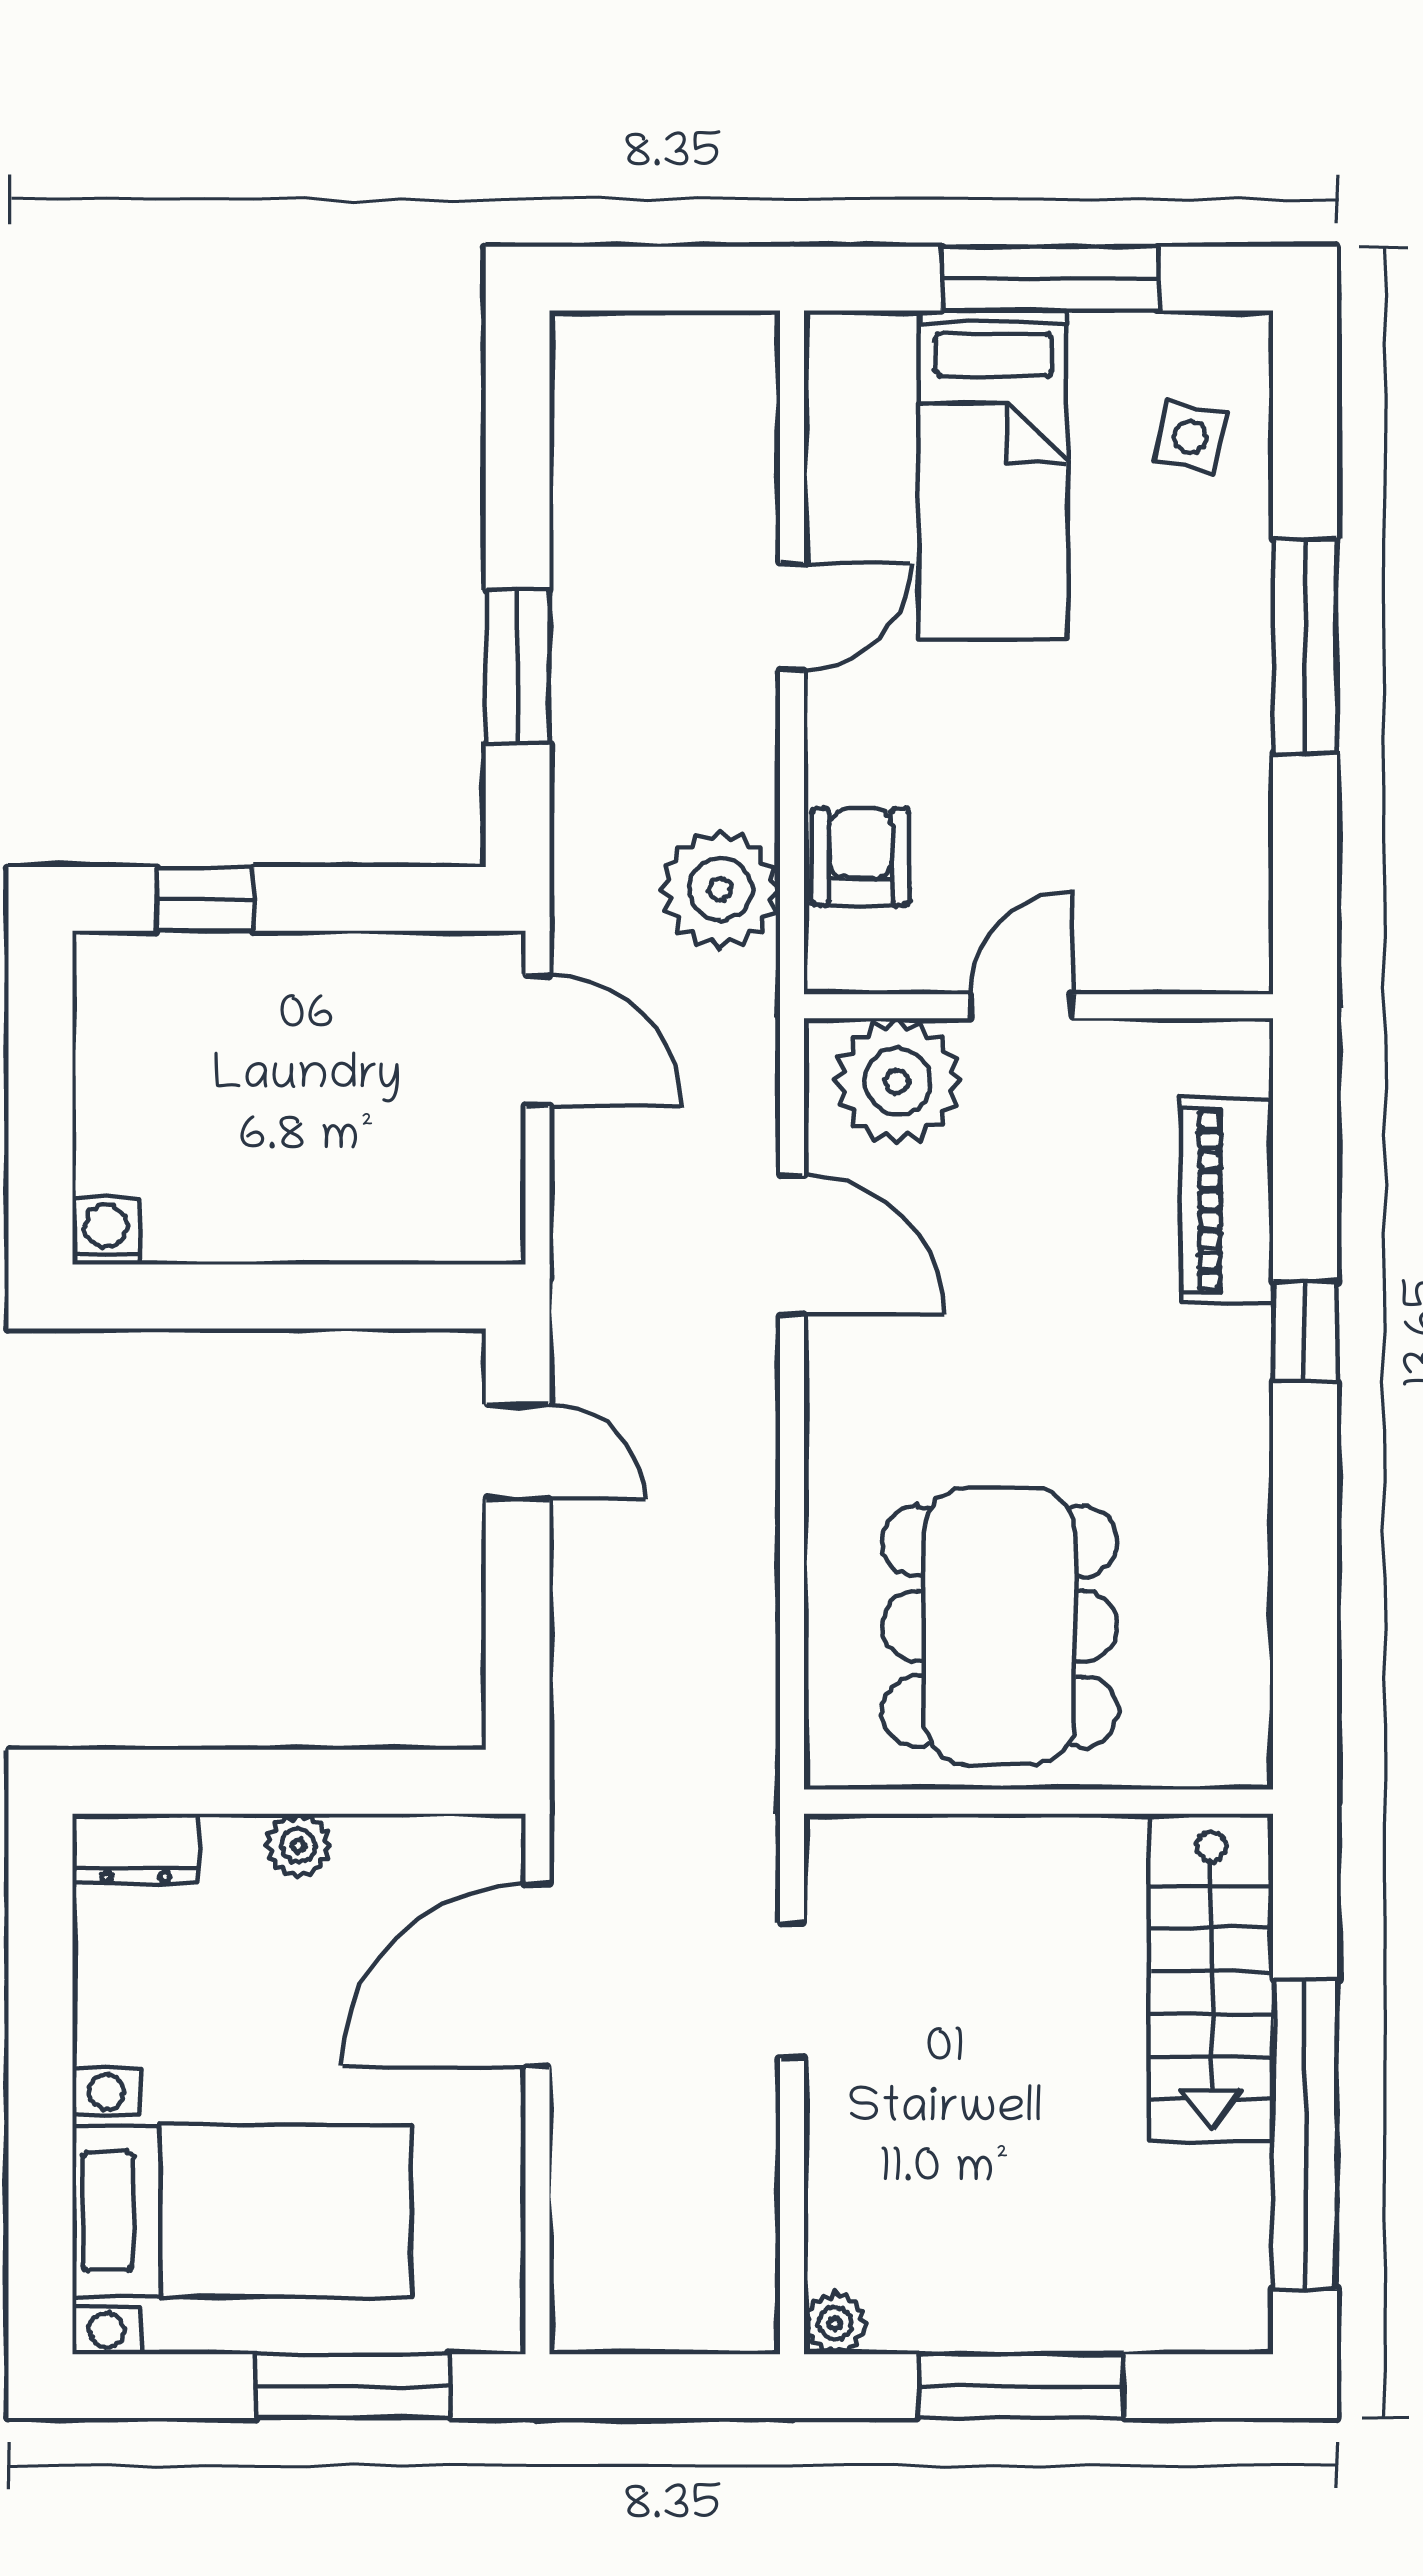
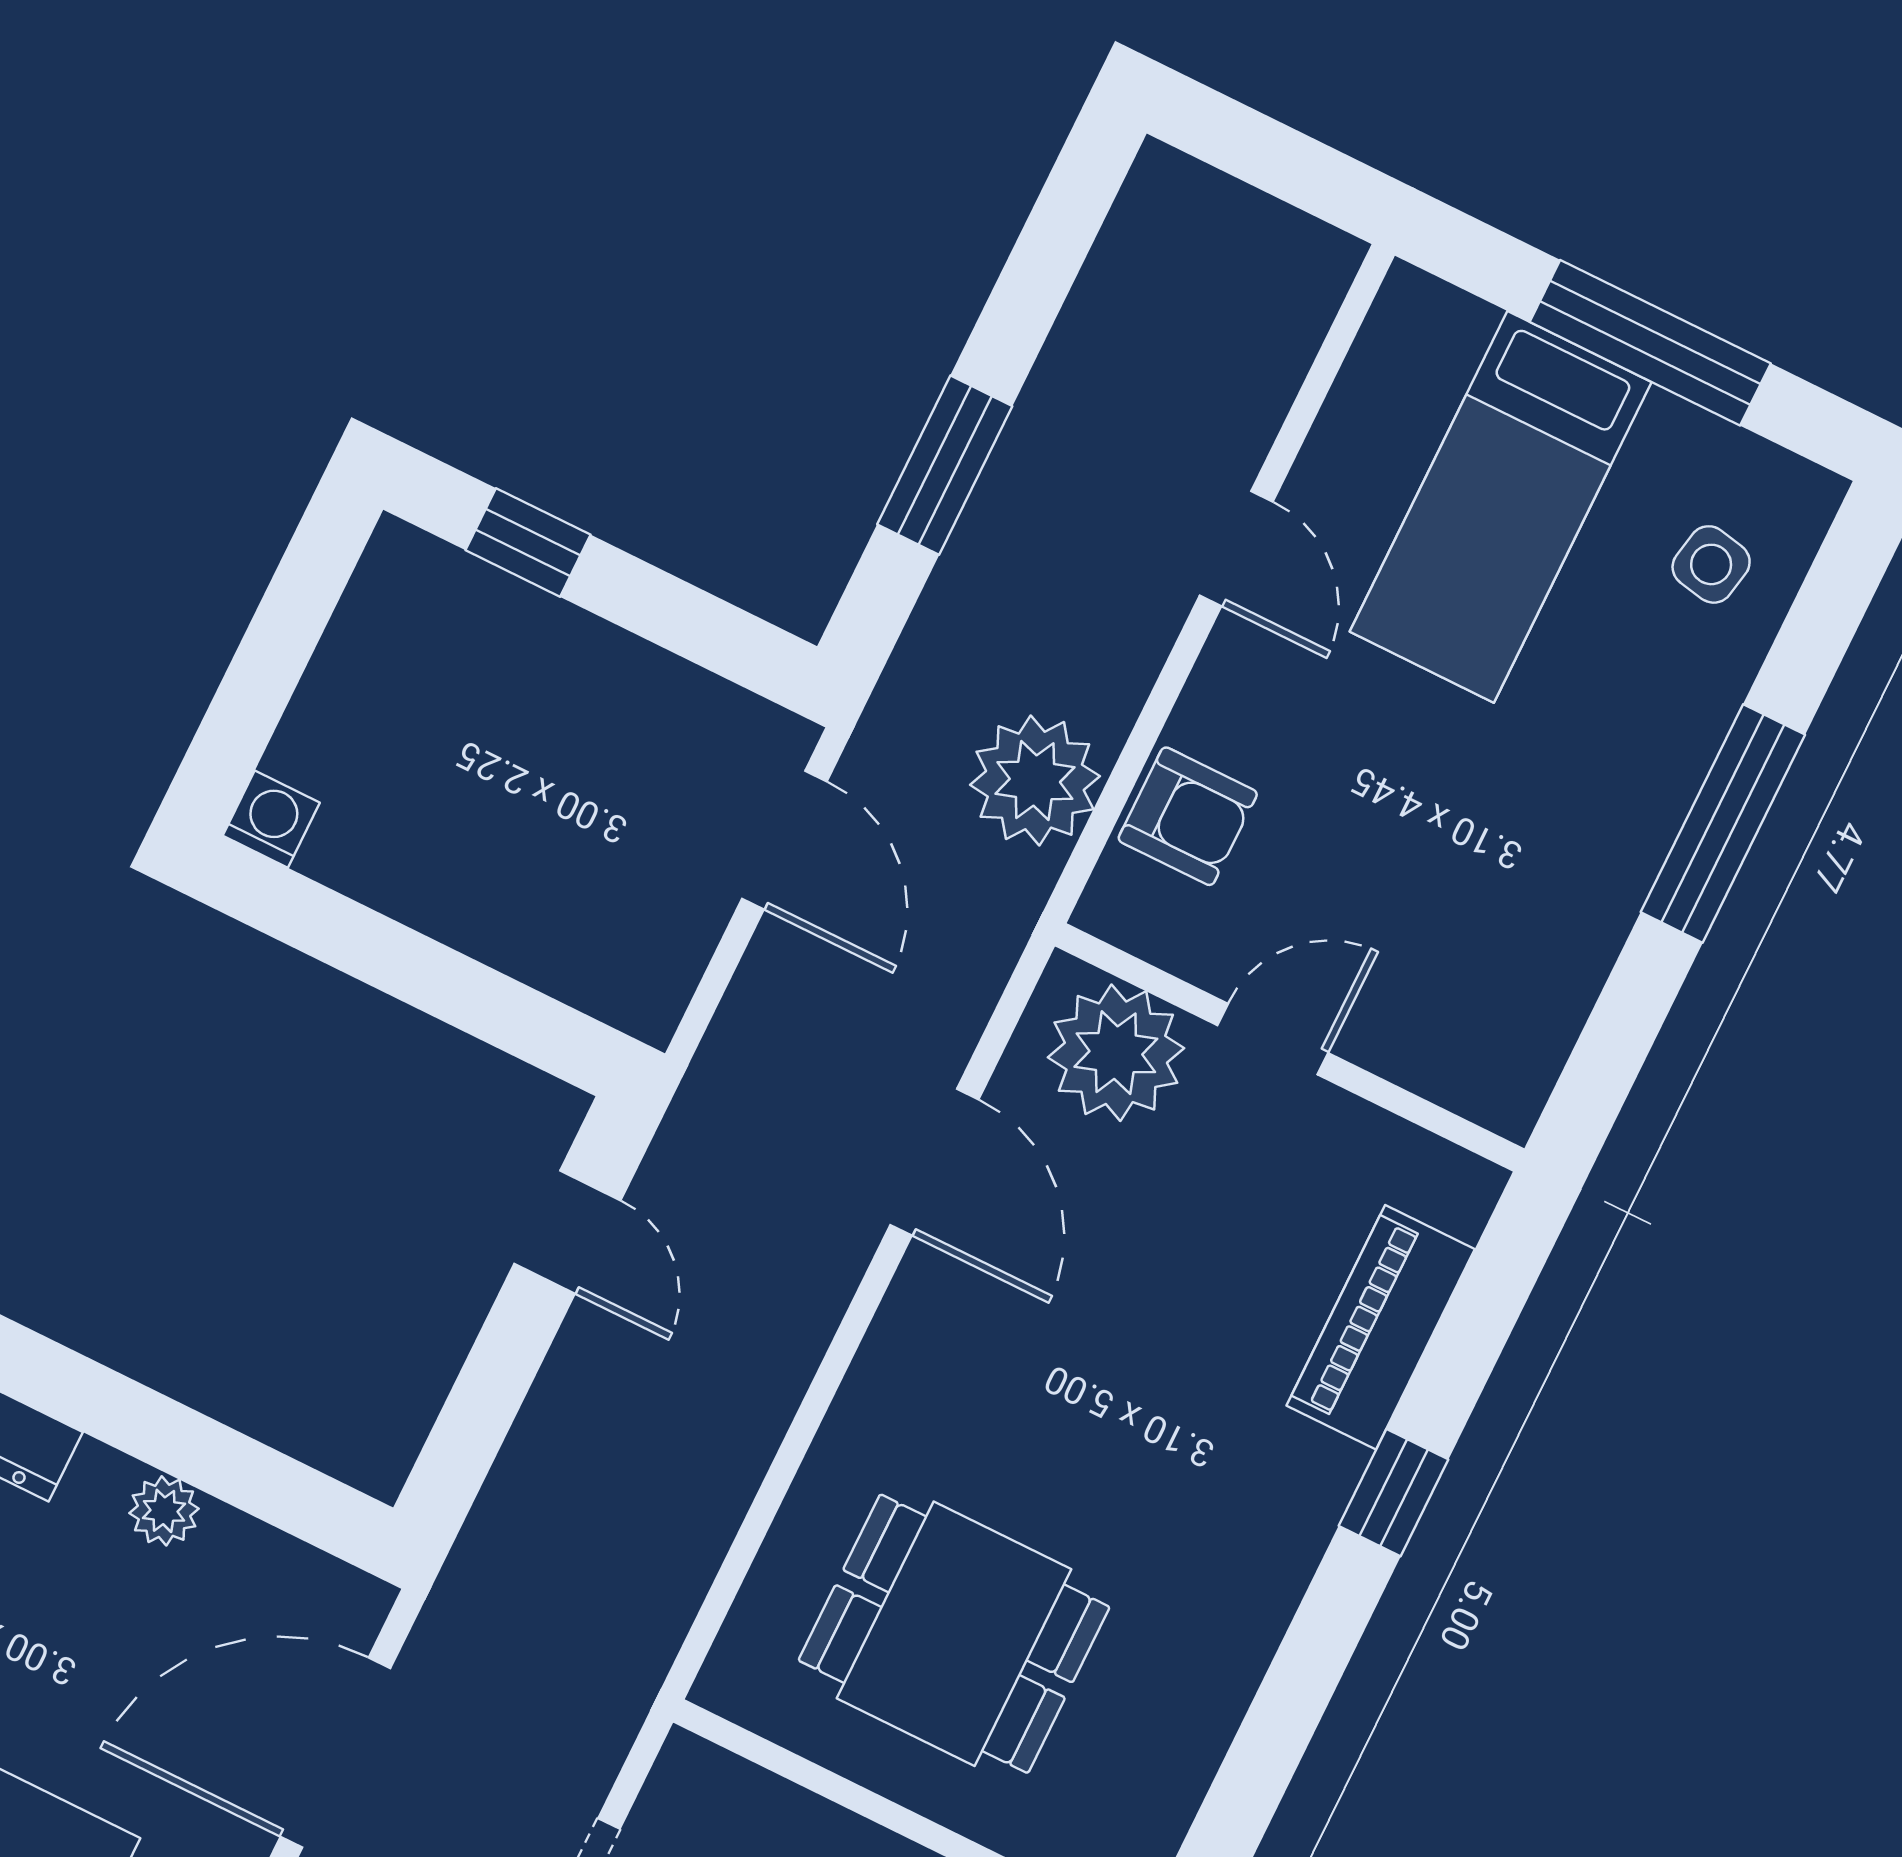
door: (792, 616) -> (1236, 549), hinge flipped
armchair: (861, 857) -> (1188, 816), turned 90
dining table: (1000, 1626) -> (954, 1634), width x0.73

